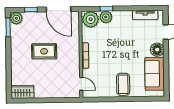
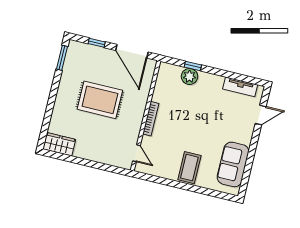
plant: (16, 18) -> (75, 49), removed
plant: (91, 19) -> (169, 74), removed
floor lamp: (157, 50) -> (244, 135), removed
rug: (44, 51) -> (100, 100), width x1.36, depth x1.43

